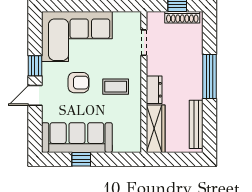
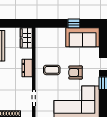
wardrobe: (156, 129) -> (26, 38), width x0.67
sofa: (77, 138) -> (83, 37), width x0.73

